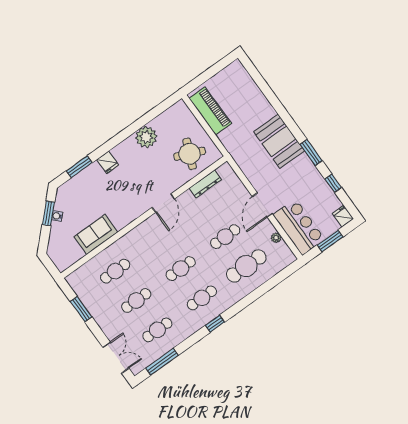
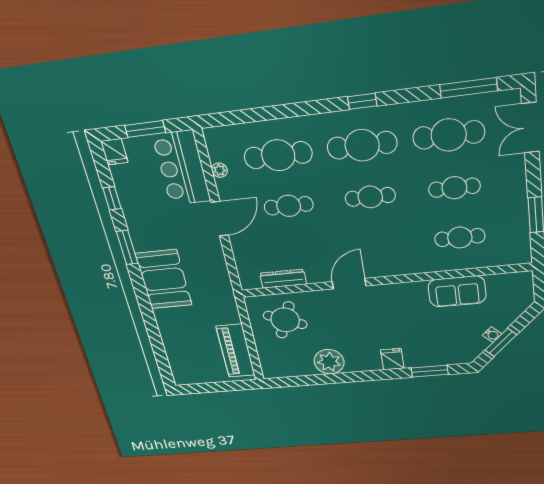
cafe table: (202, 298) -> (362, 145), width x1.37, depth x1.35
cafe table: (157, 330) -> (449, 135), width x1.37, depth x1.35

